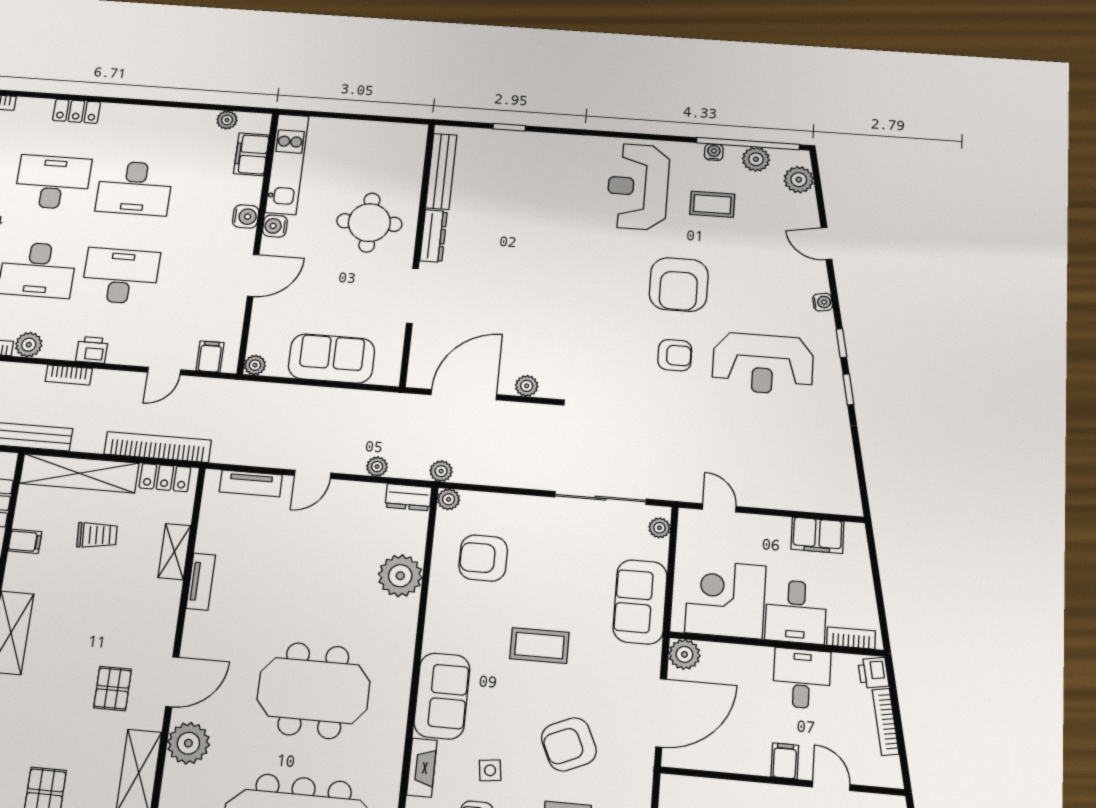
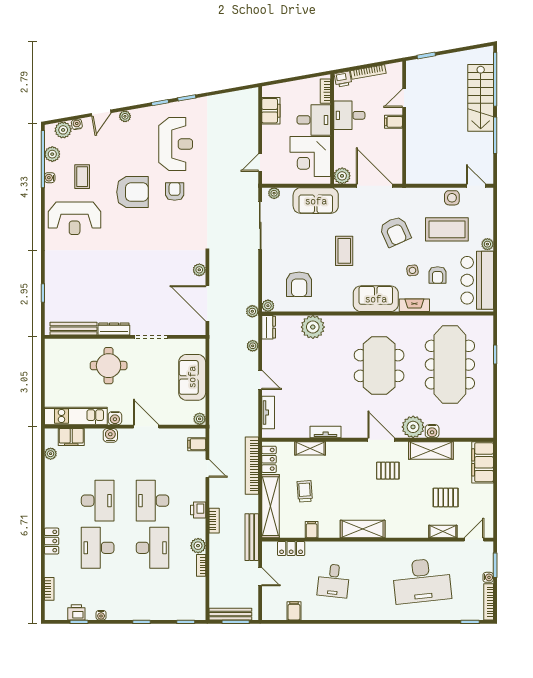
plant: (819, 282) -> (125, 116), added
water cooler: (823, 302) -> (77, 124), moved
water cooler: (175, 778) -> (432, 431), added

